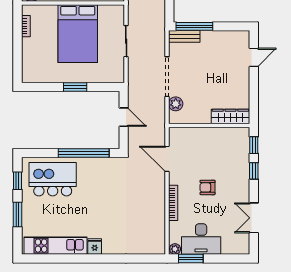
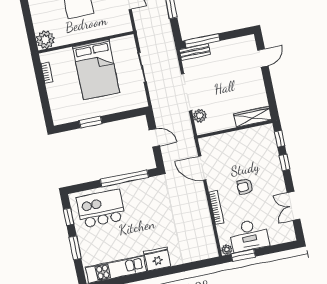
window: (75, 87) -> (91, 122), moved
fridge: (95, 246) -> (157, 259), width x1.88, depth x1.34

